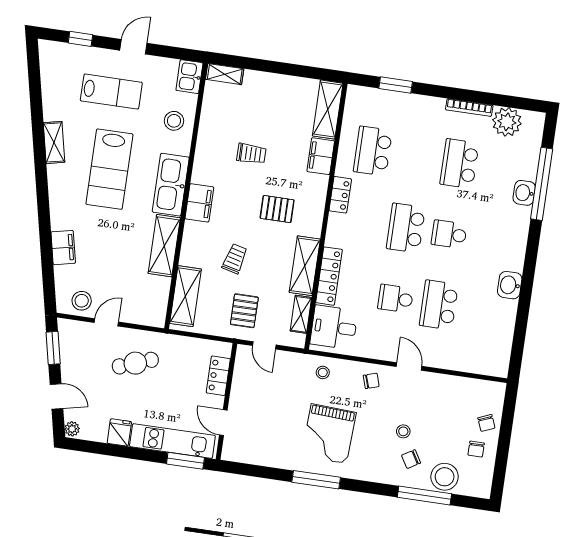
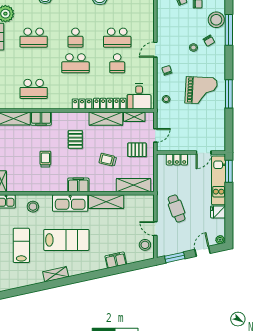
locker: (340, 195) -> (82, 104), moved

